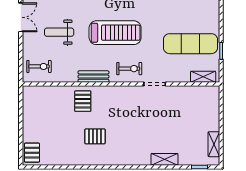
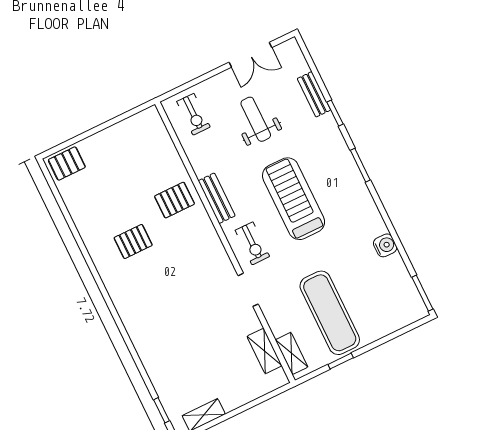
treadmill: (115, 33) -> (294, 199), turned 180
pallet: (95, 136) -> (133, 241), turned 90
shelving: (164, 159) -> (264, 351), moved

